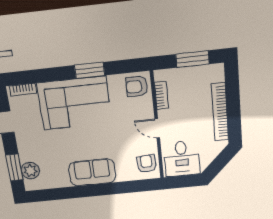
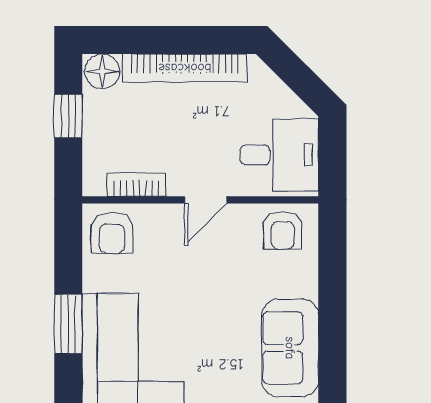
window: (192, 59) -> (68, 116), width x0.67
floor lamp: (216, 73) -> (102, 71), added
armchair: (147, 164) -> (283, 230), turned -87

